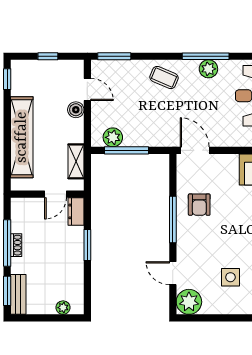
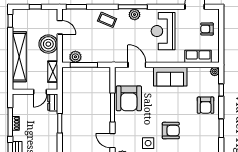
boiler: (76, 110) -> (48, 44), width x1.86, depth x1.86
door: (195, 150) -> (137, 65), moved
armchair: (199, 205) -> (129, 98), width x1.88, depth x1.88

